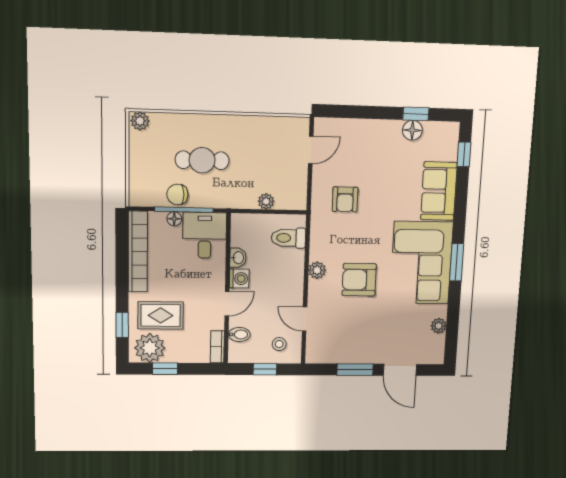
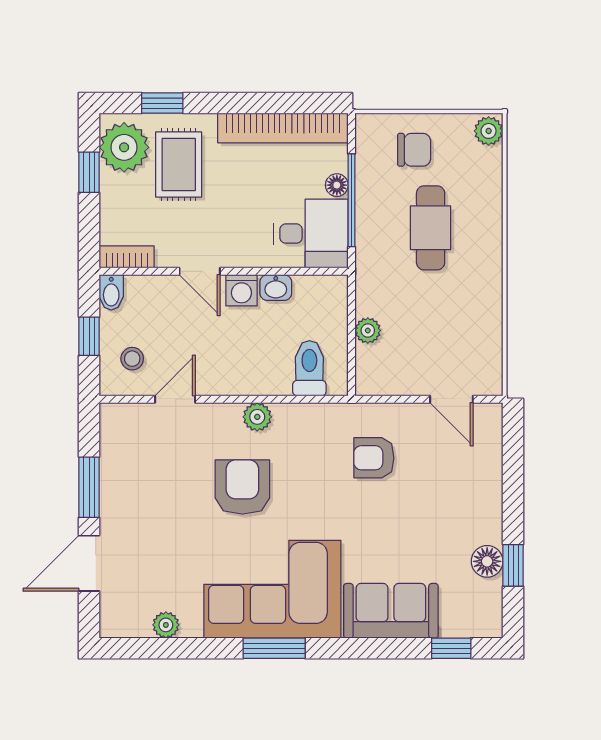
chair: (177, 194) -> (414, 150), moved, turned 90
bidet: (239, 334) -> (111, 292), moved

